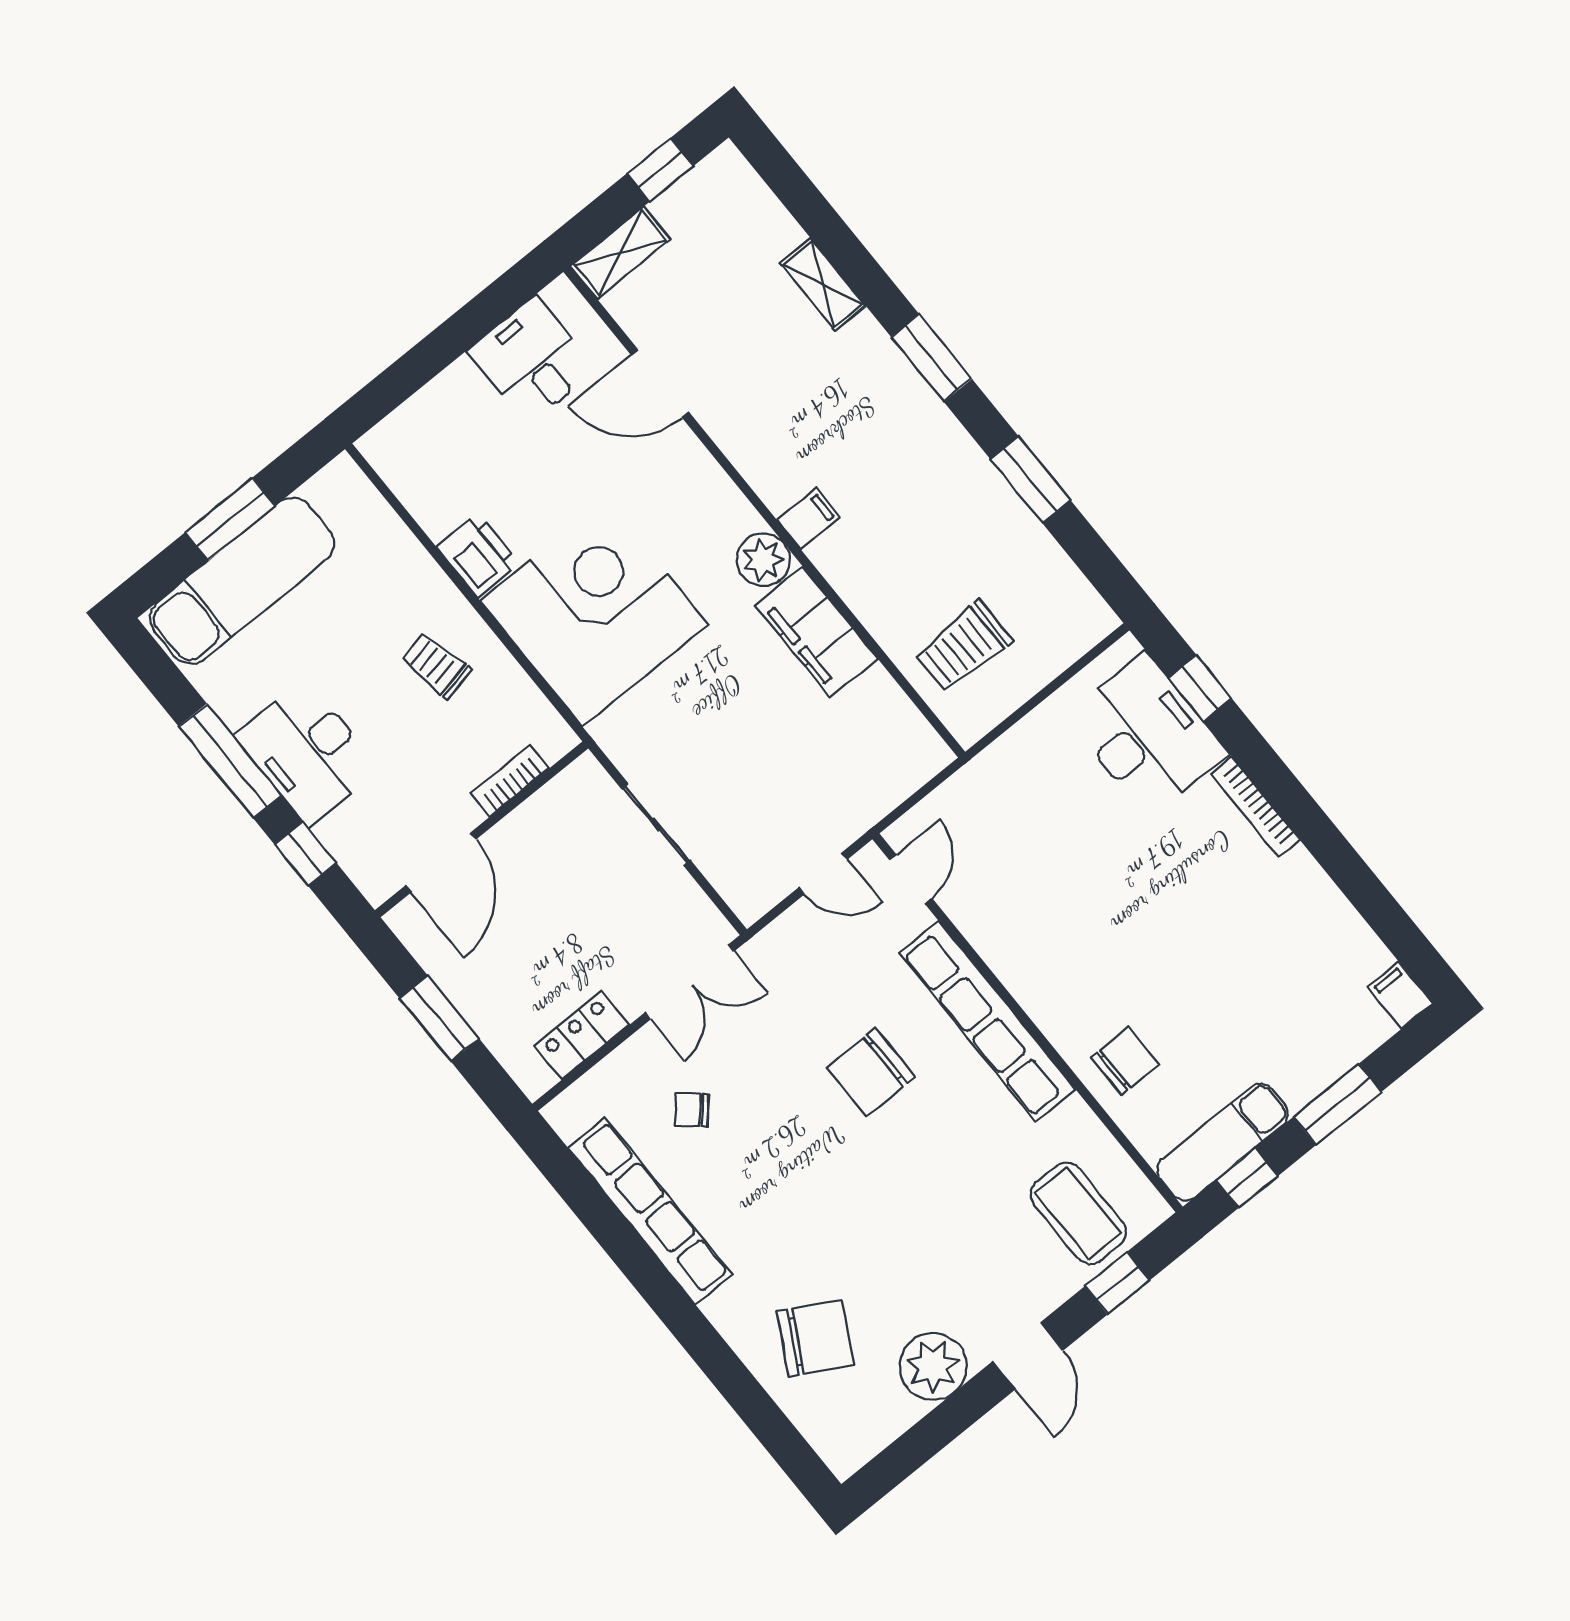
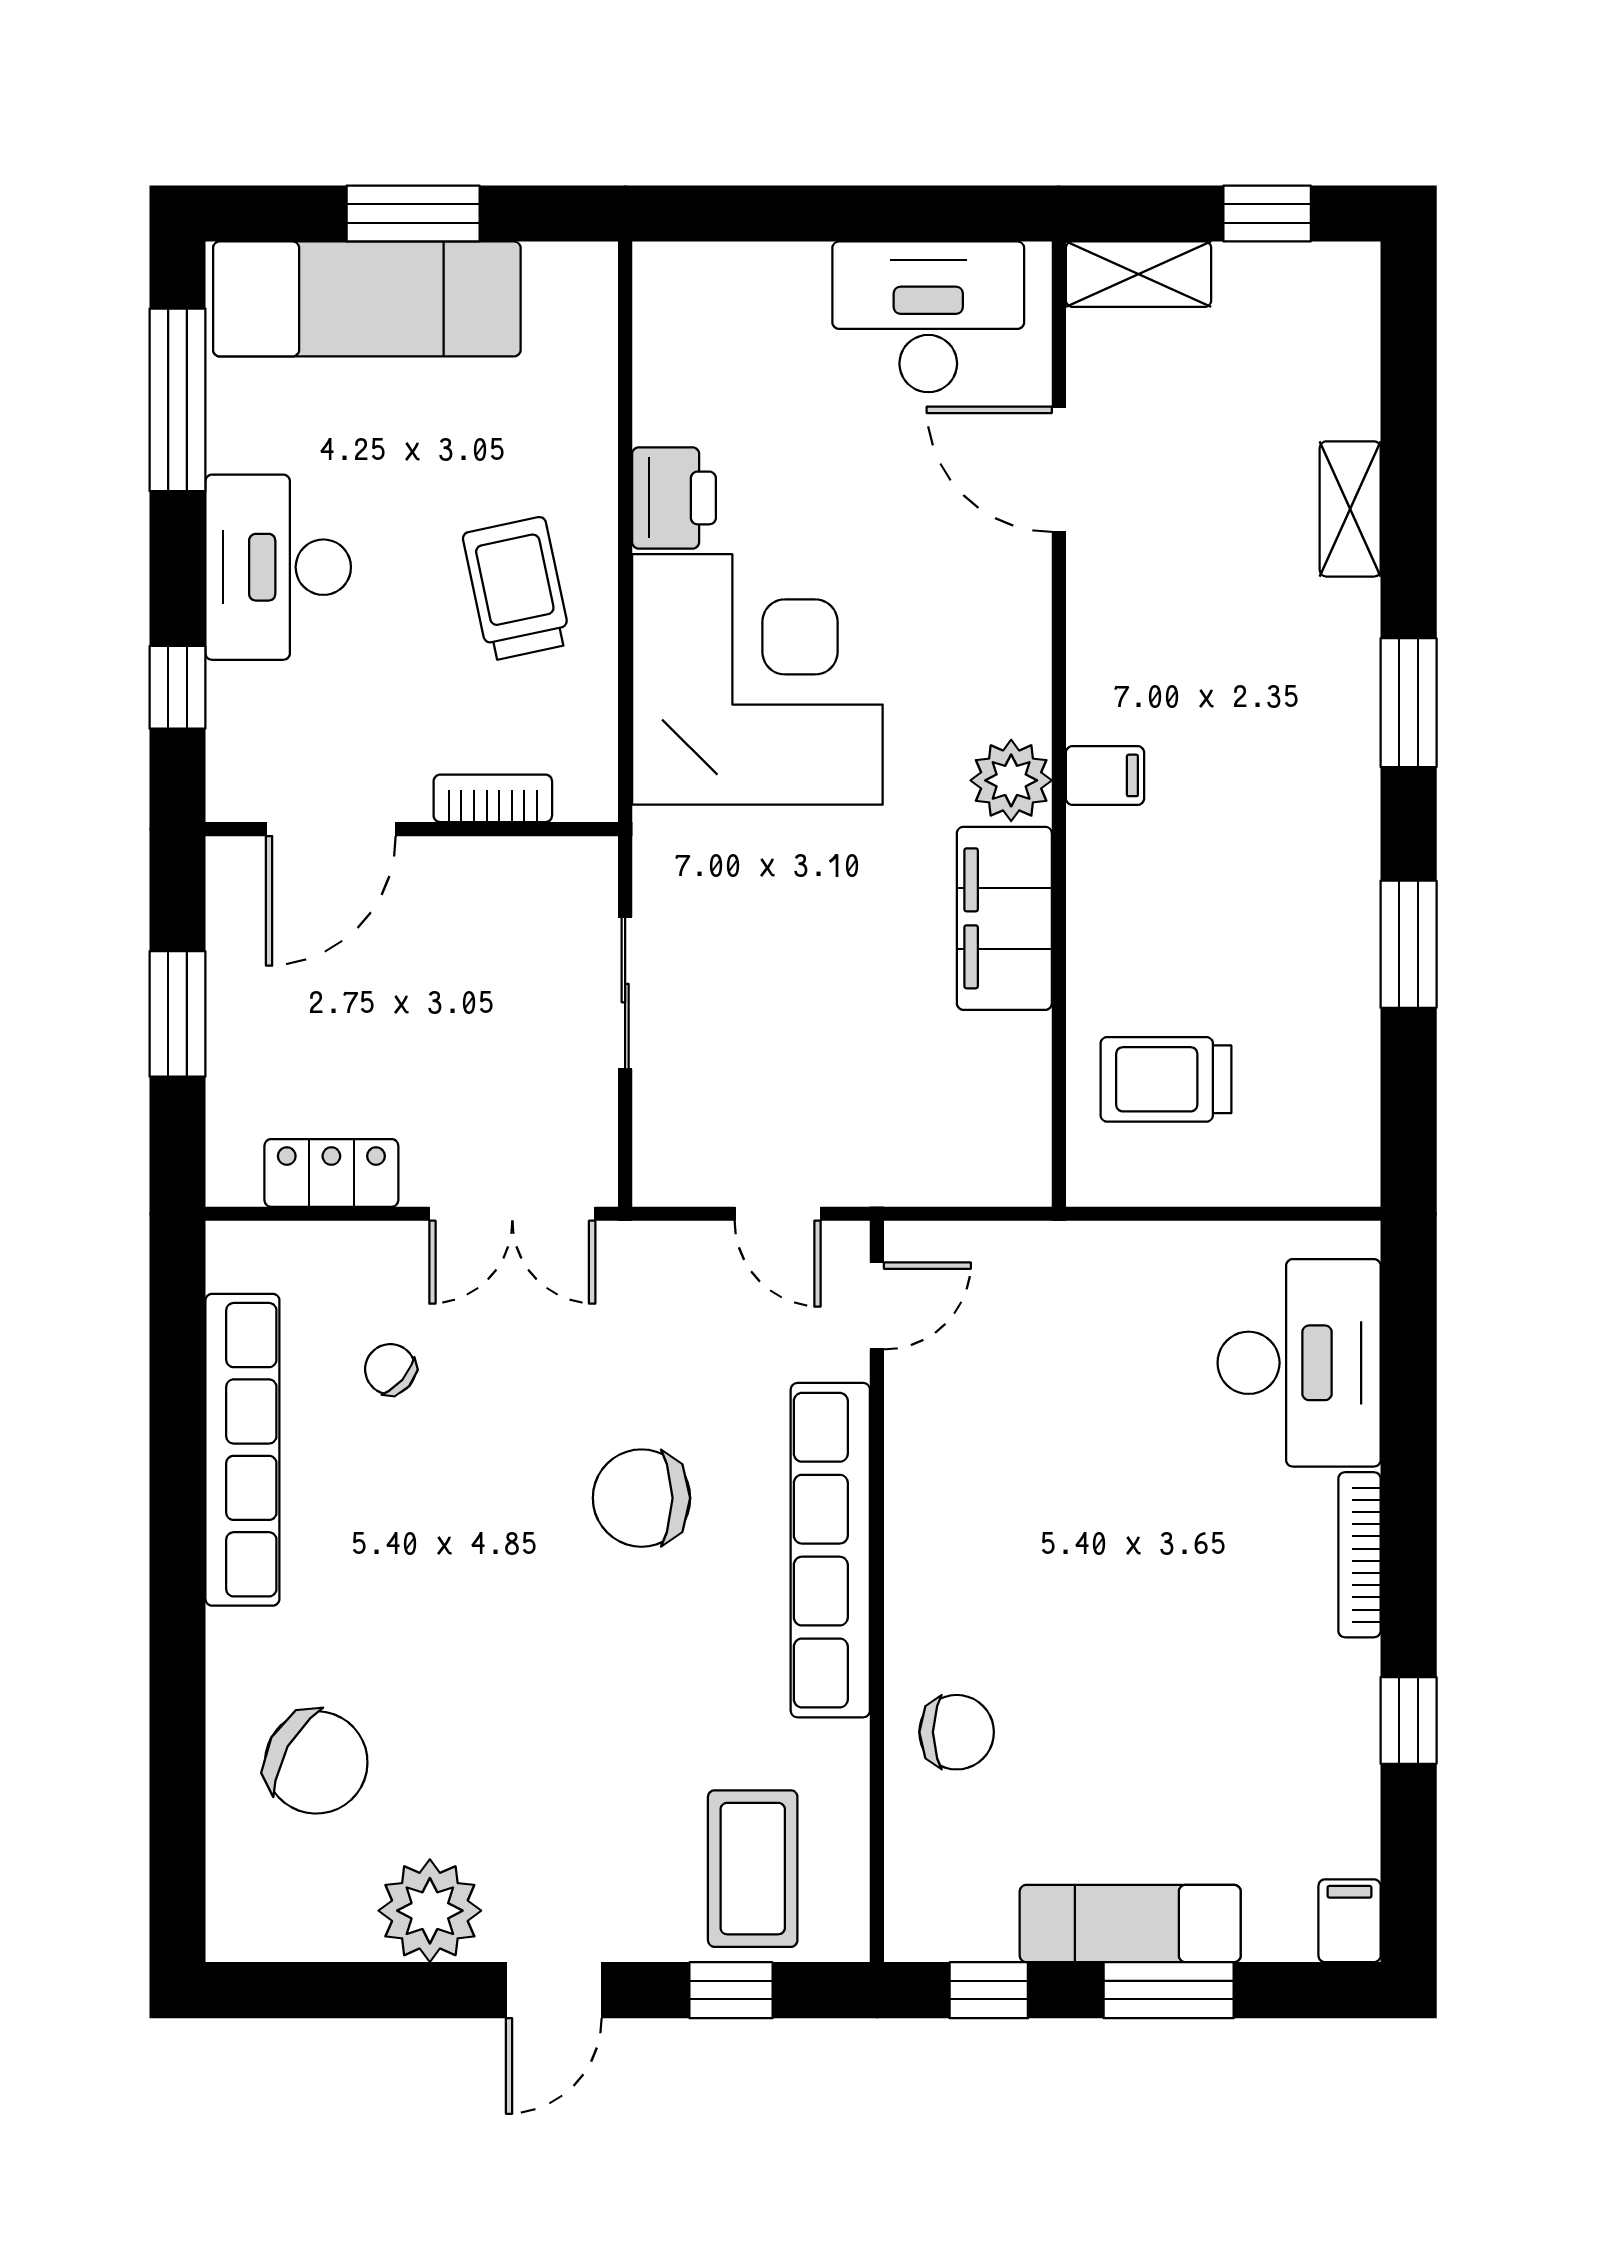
desk: (532, 360) -> (928, 317), width x1.37
trolley: (436, 665) -> (517, 589), width x1.36, depth x1.39
window: (1200, 688) -> (1409, 1720), moved
window: (230, 761) -> (177, 400), moved
exam couch: (1223, 1142) -> (1130, 1923), moved

